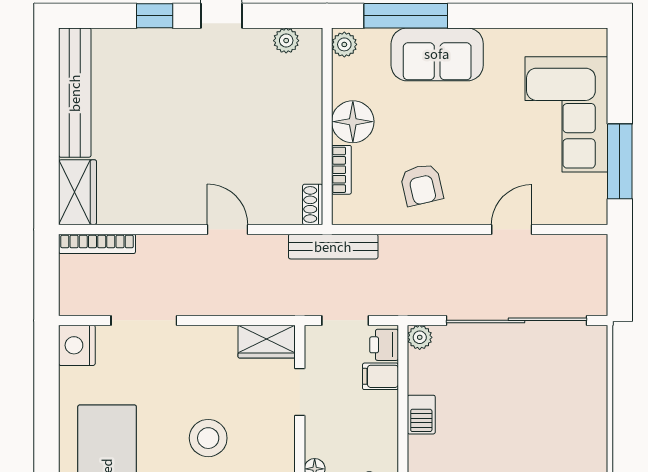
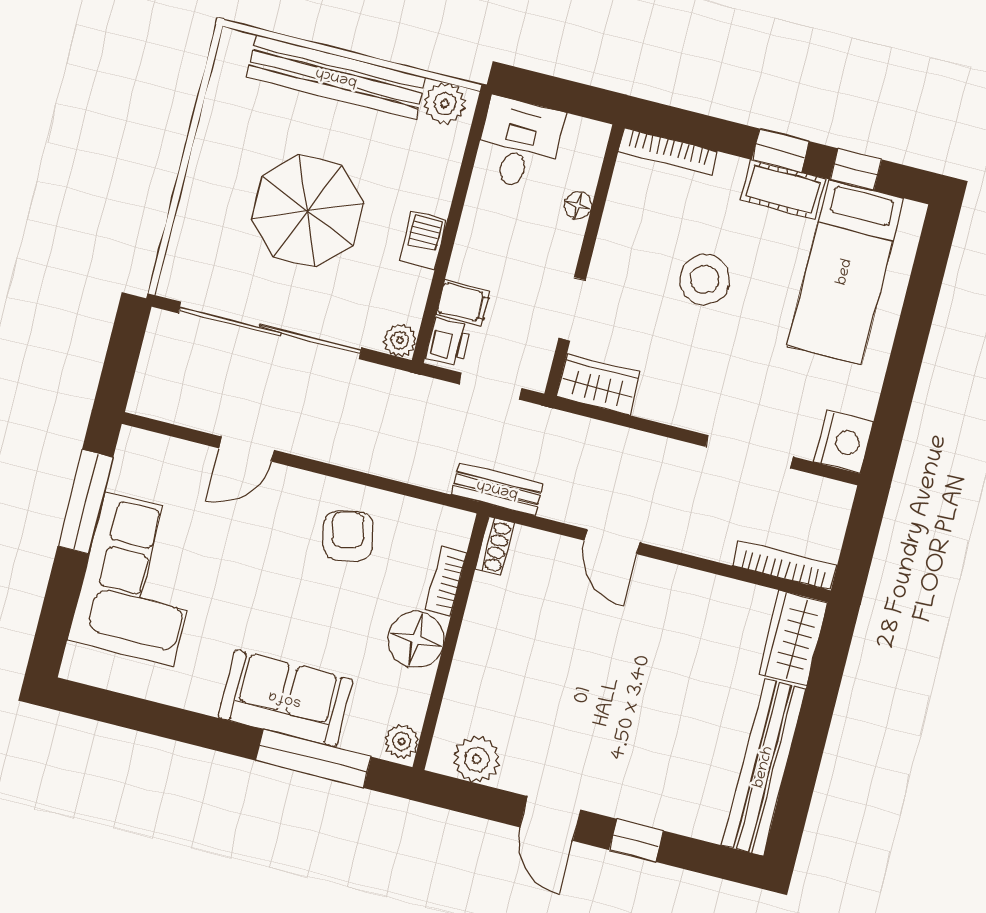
plant: (286, 41) -> (477, 759), width x1.38, depth x1.38
bench: (333, 247) -> (497, 489), width x0.73
parasol: (511, 415) -> (307, 211), added

